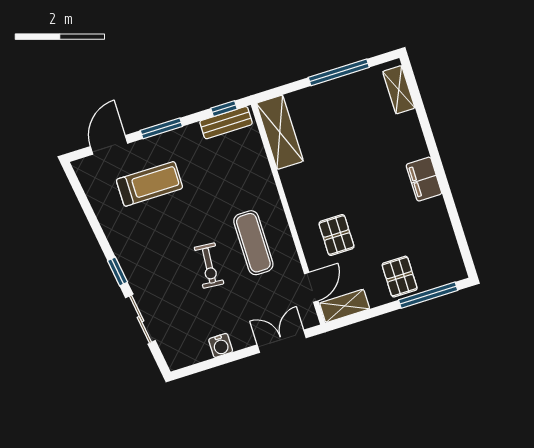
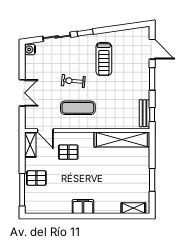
window: (339, 72) -> (152, 180), width x0.69
shelving: (280, 132) -> (122, 140), width x1.47
treadmill: (149, 184) -> (104, 59), moved
double door: (282, 341) -> (22, 93), moved
water cooler: (221, 345) -> (30, 50), moved

